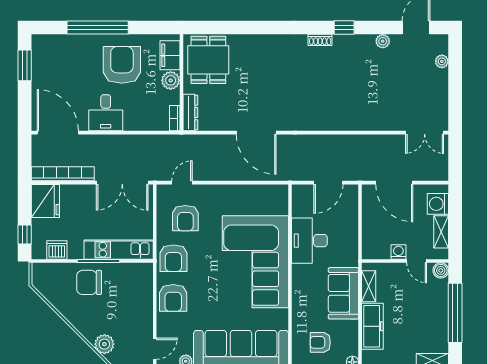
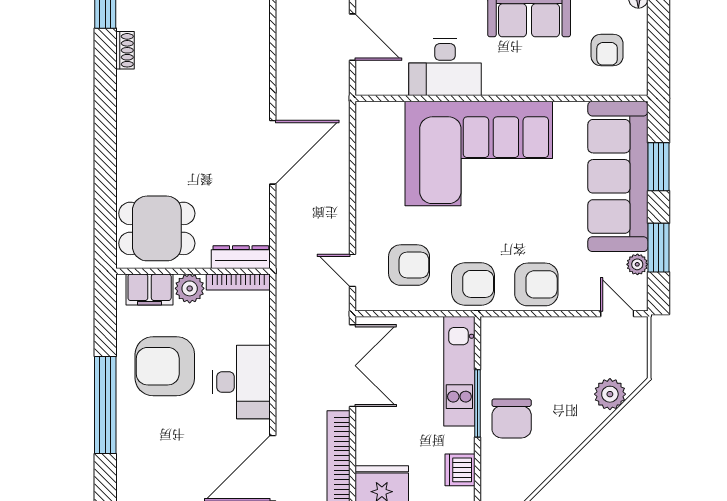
desk: (106, 113) -> (241, 382), width x1.37
bookcase: (175, 118) -> (238, 282), width x1.56

